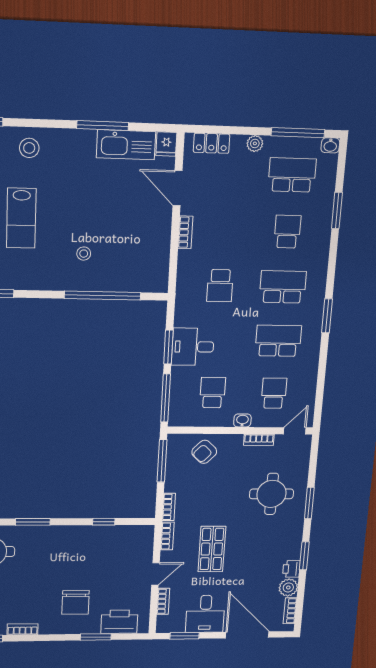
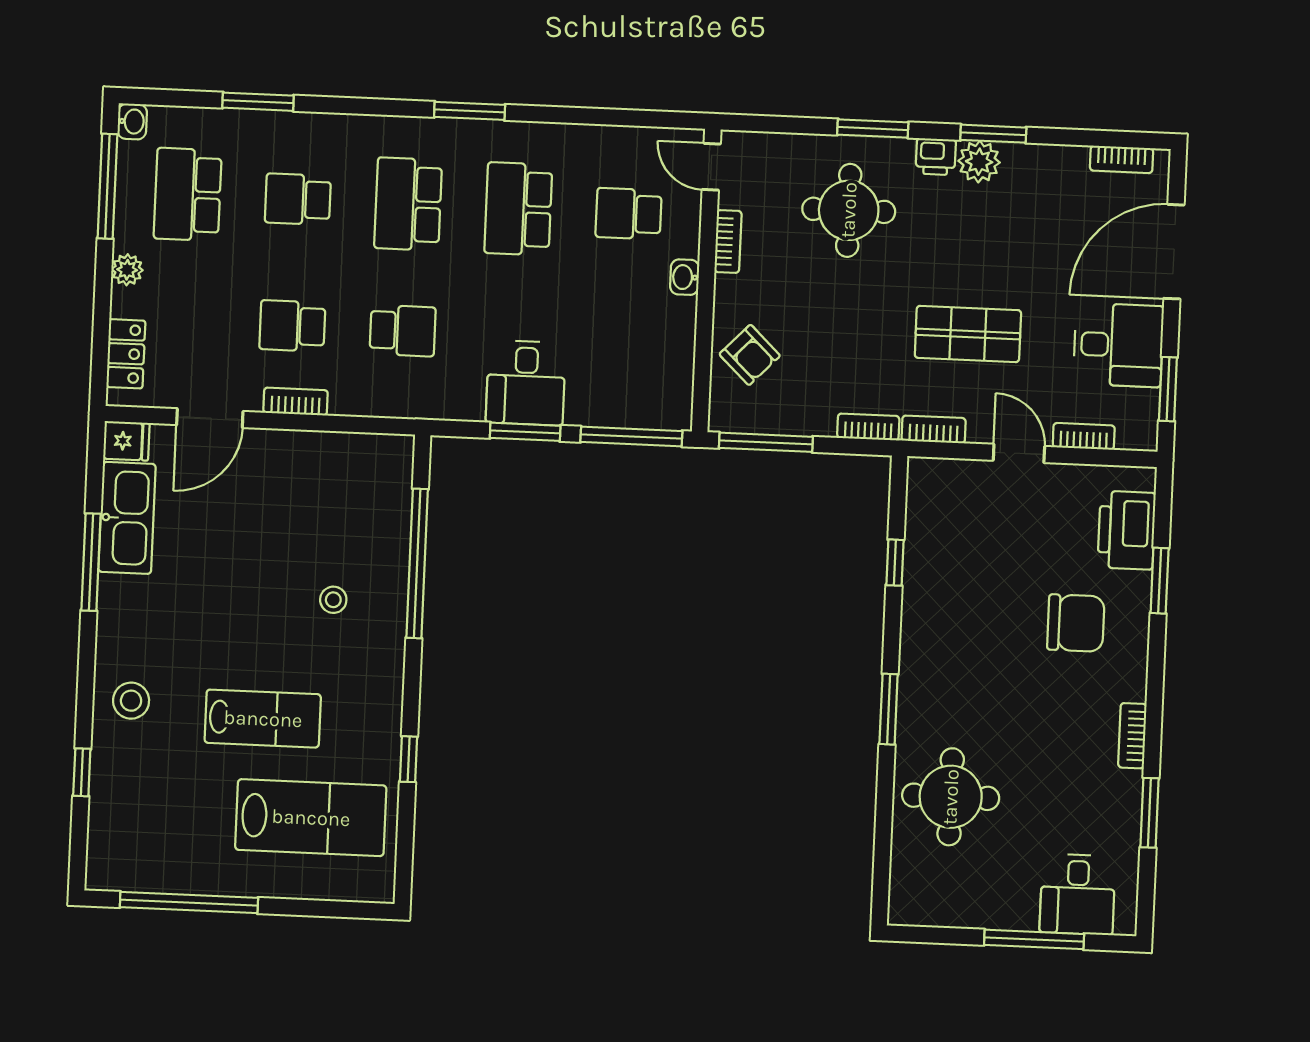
school desk: (213, 393) -> (292, 326), moved
printer: (291, 569) -> (936, 157), moved
plant: (288, 588) -> (979, 162), moved

